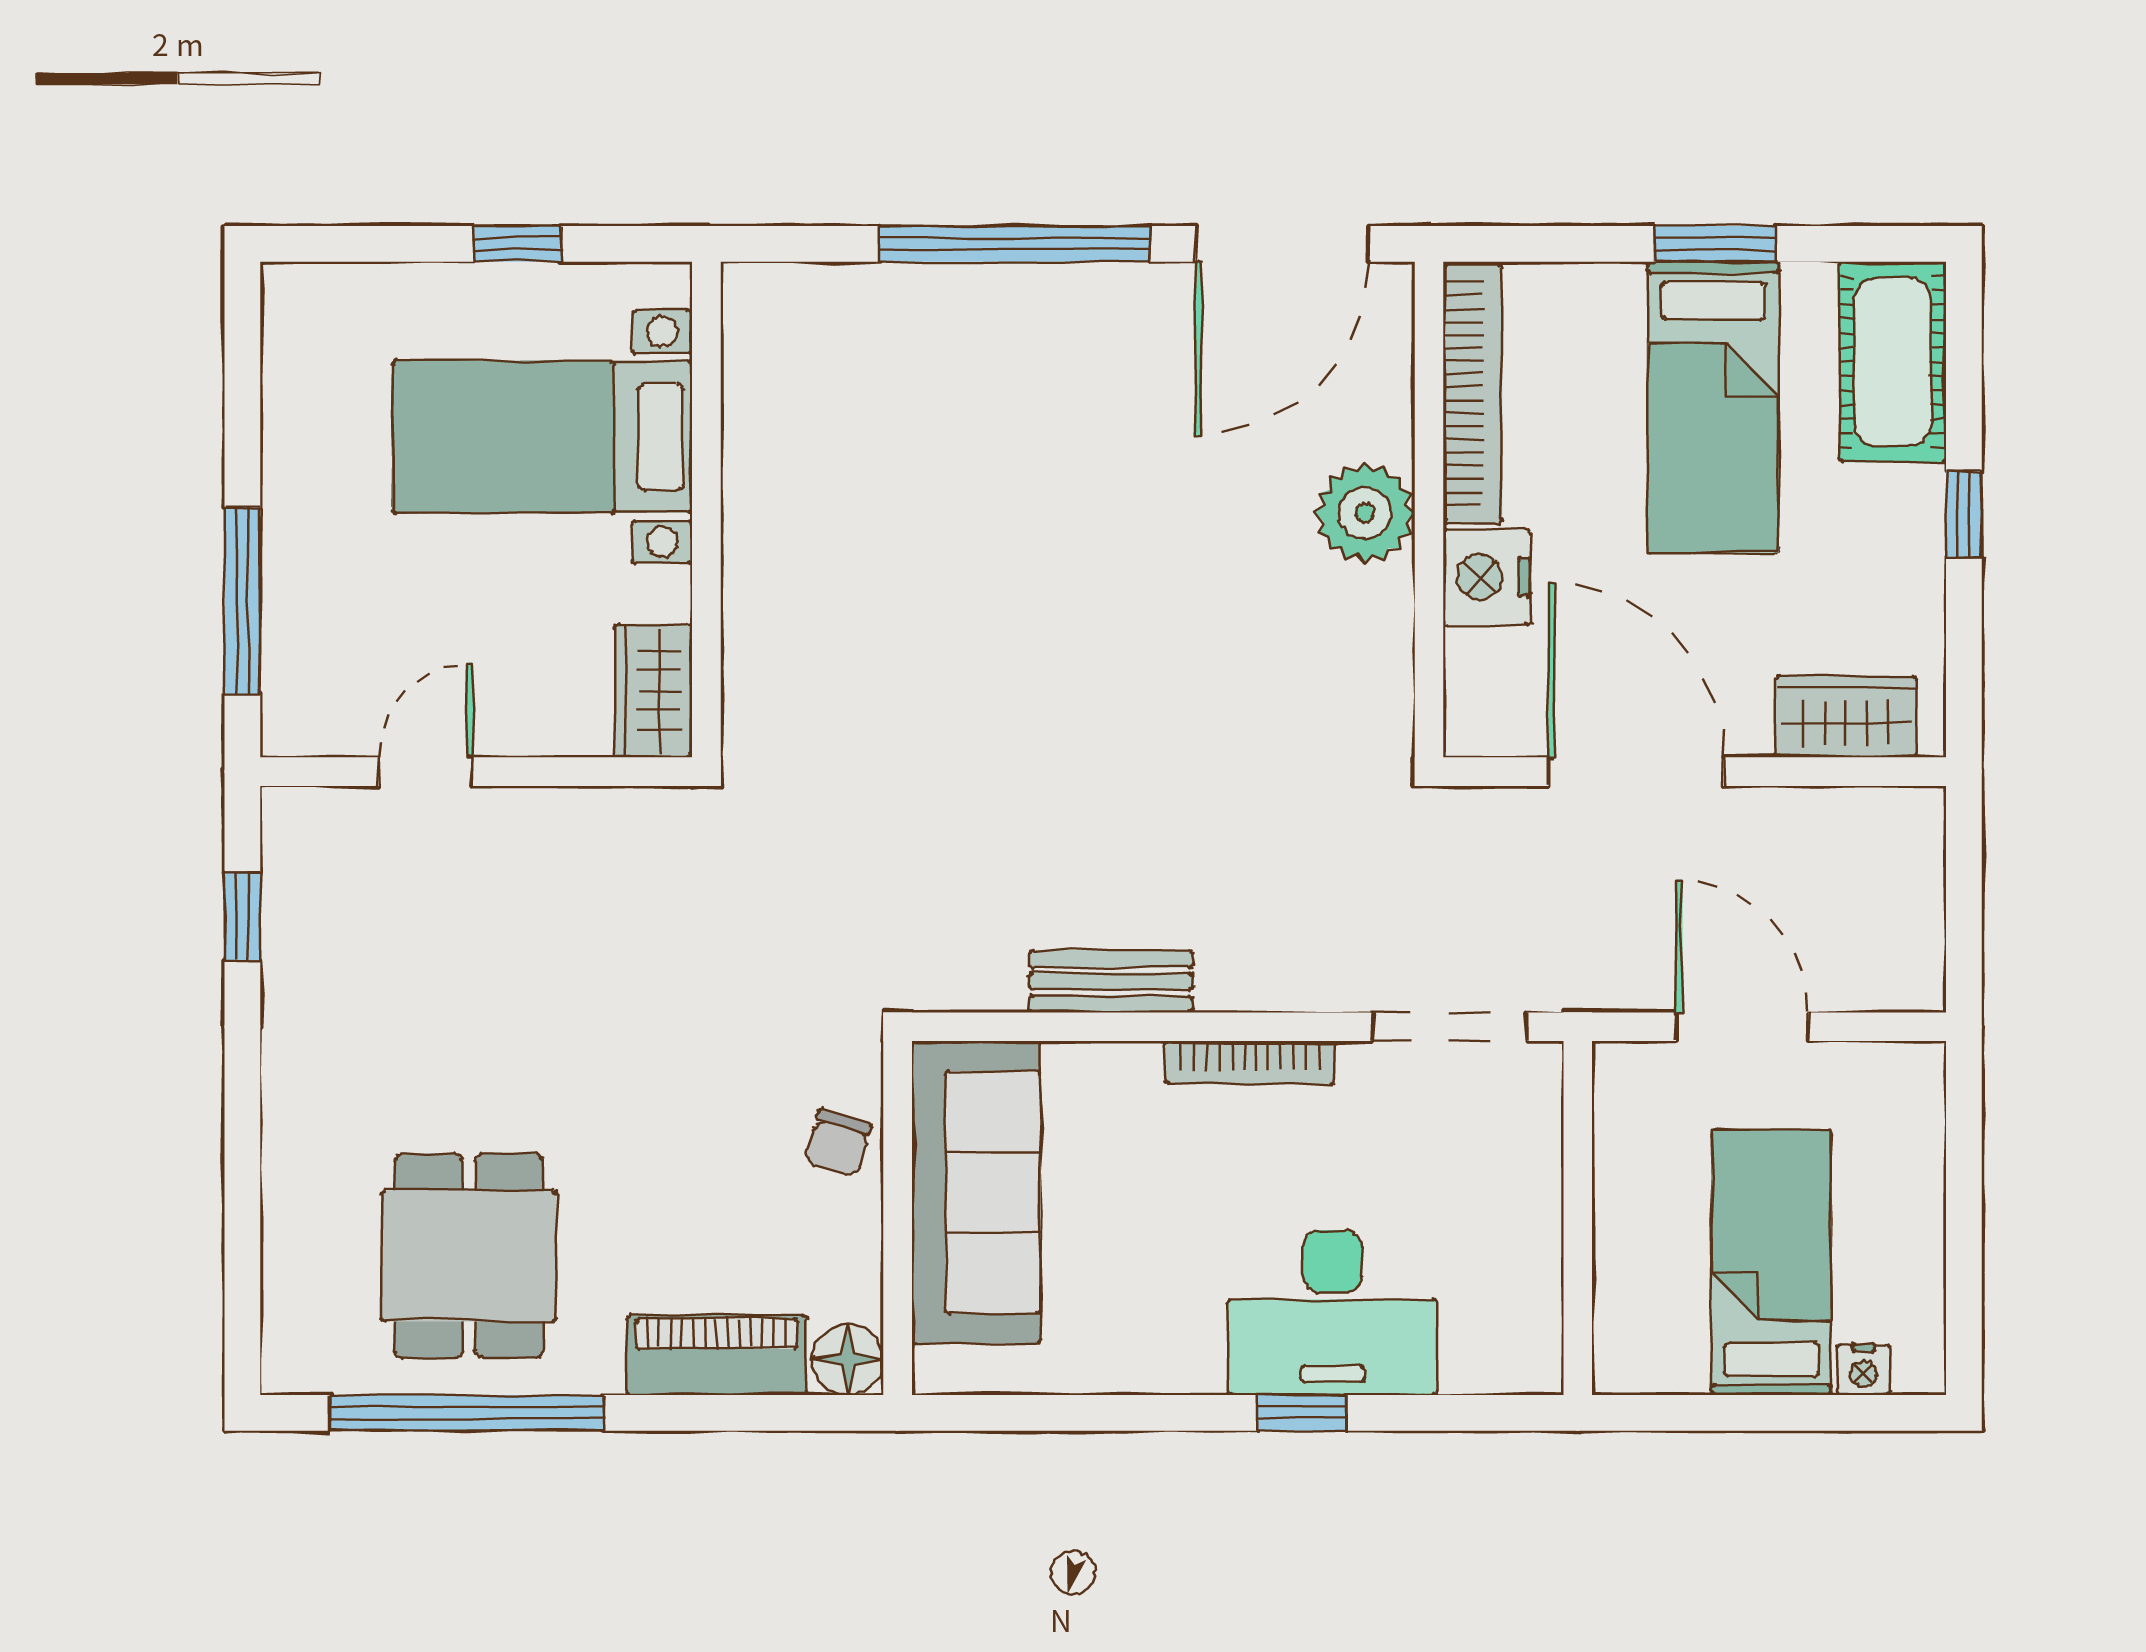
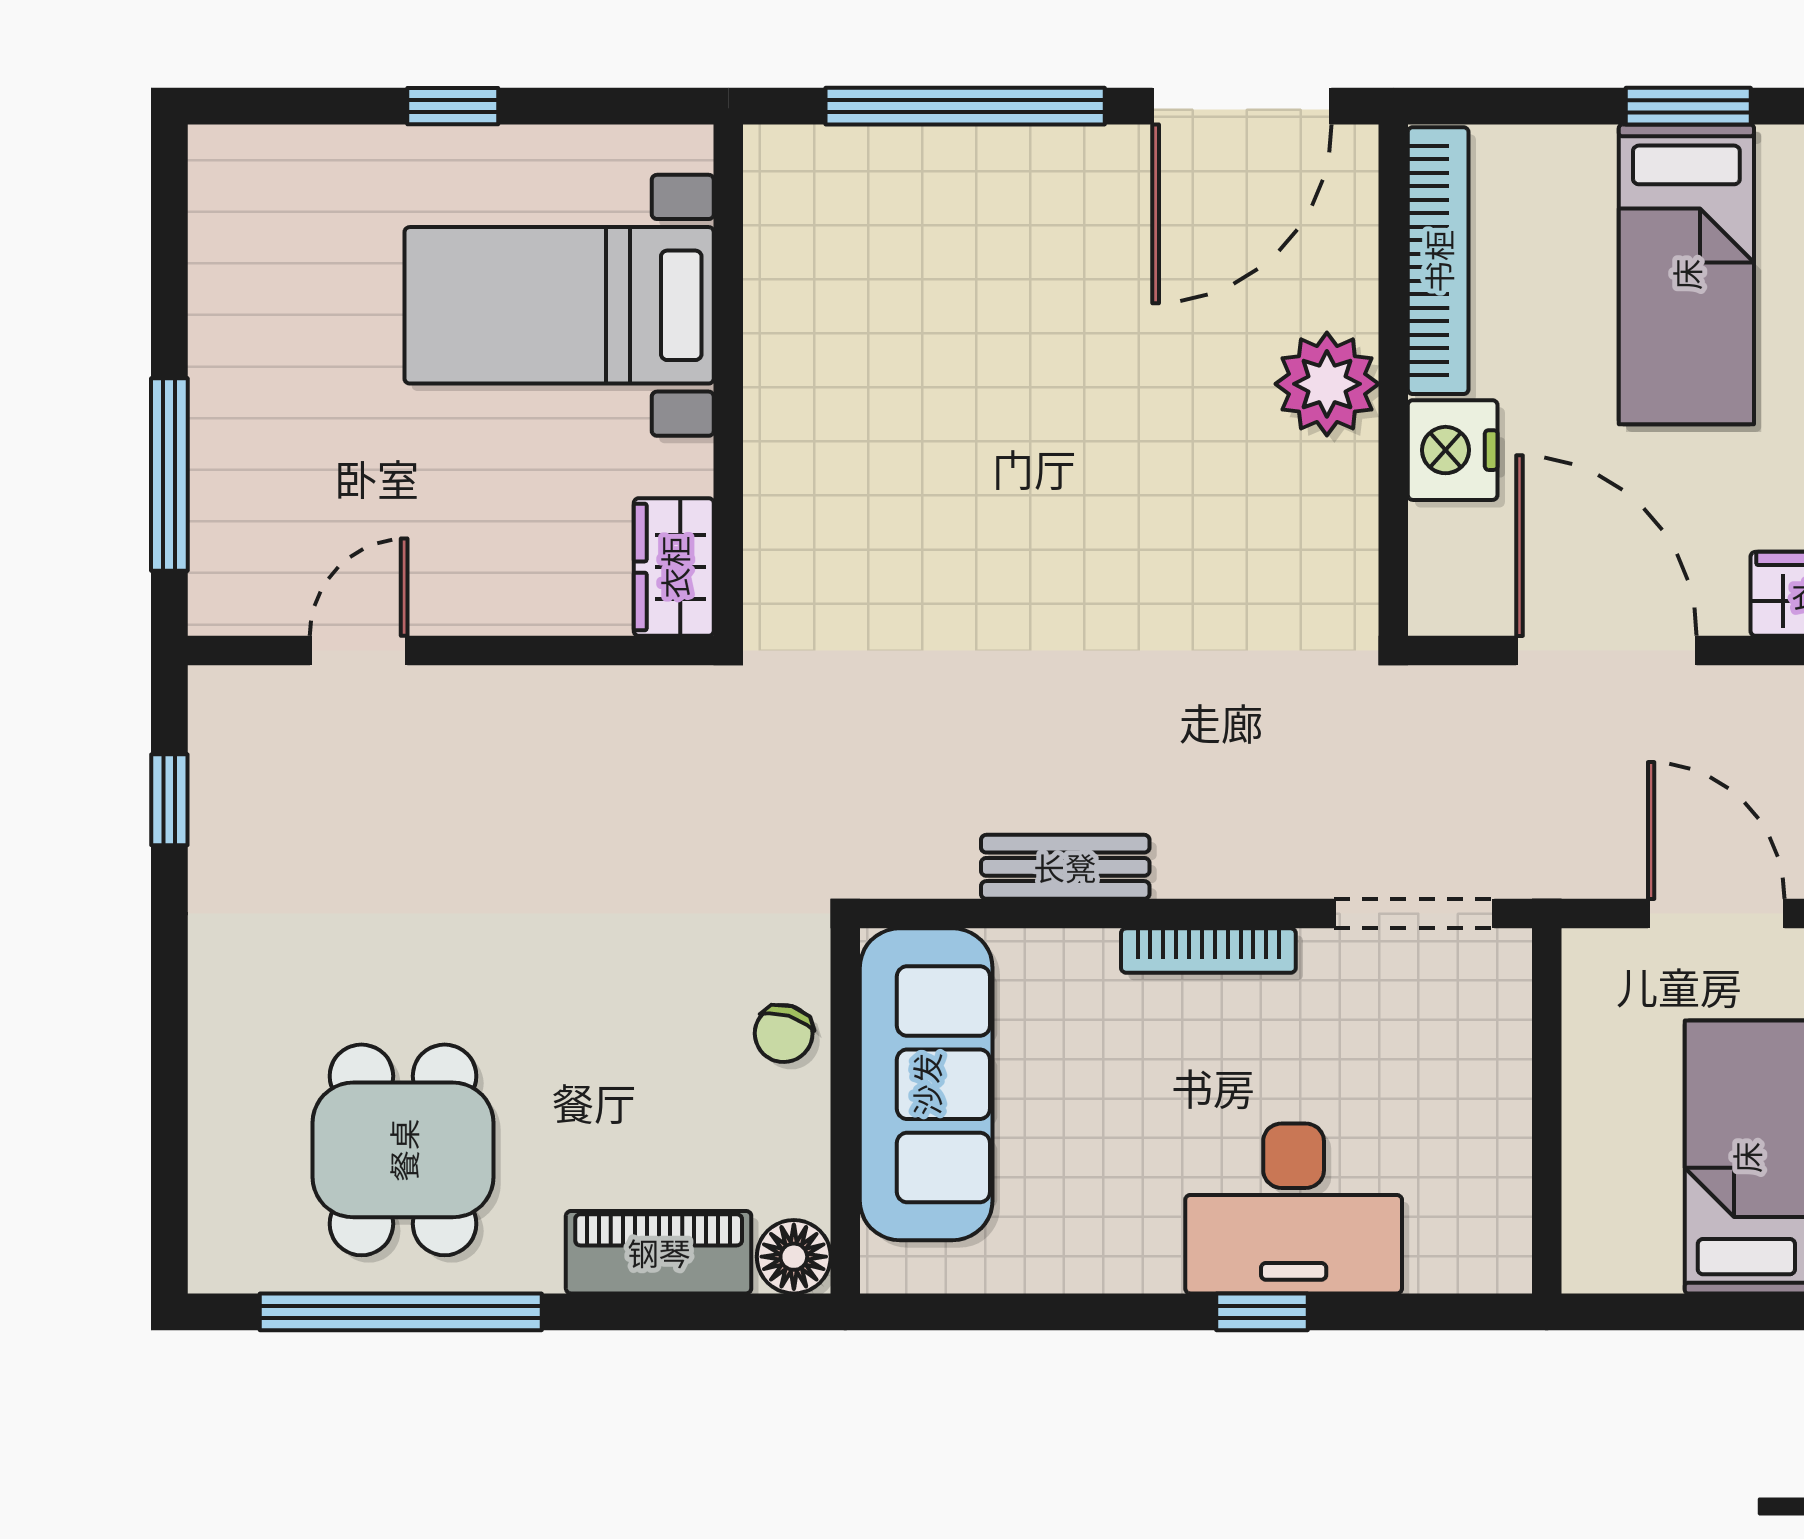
bed with nightstands: (542, 437) -> (559, 305), moved
wall: (706, 509) -> (728, 380), moved
wardrobe: (653, 691) -> (674, 567), moved

